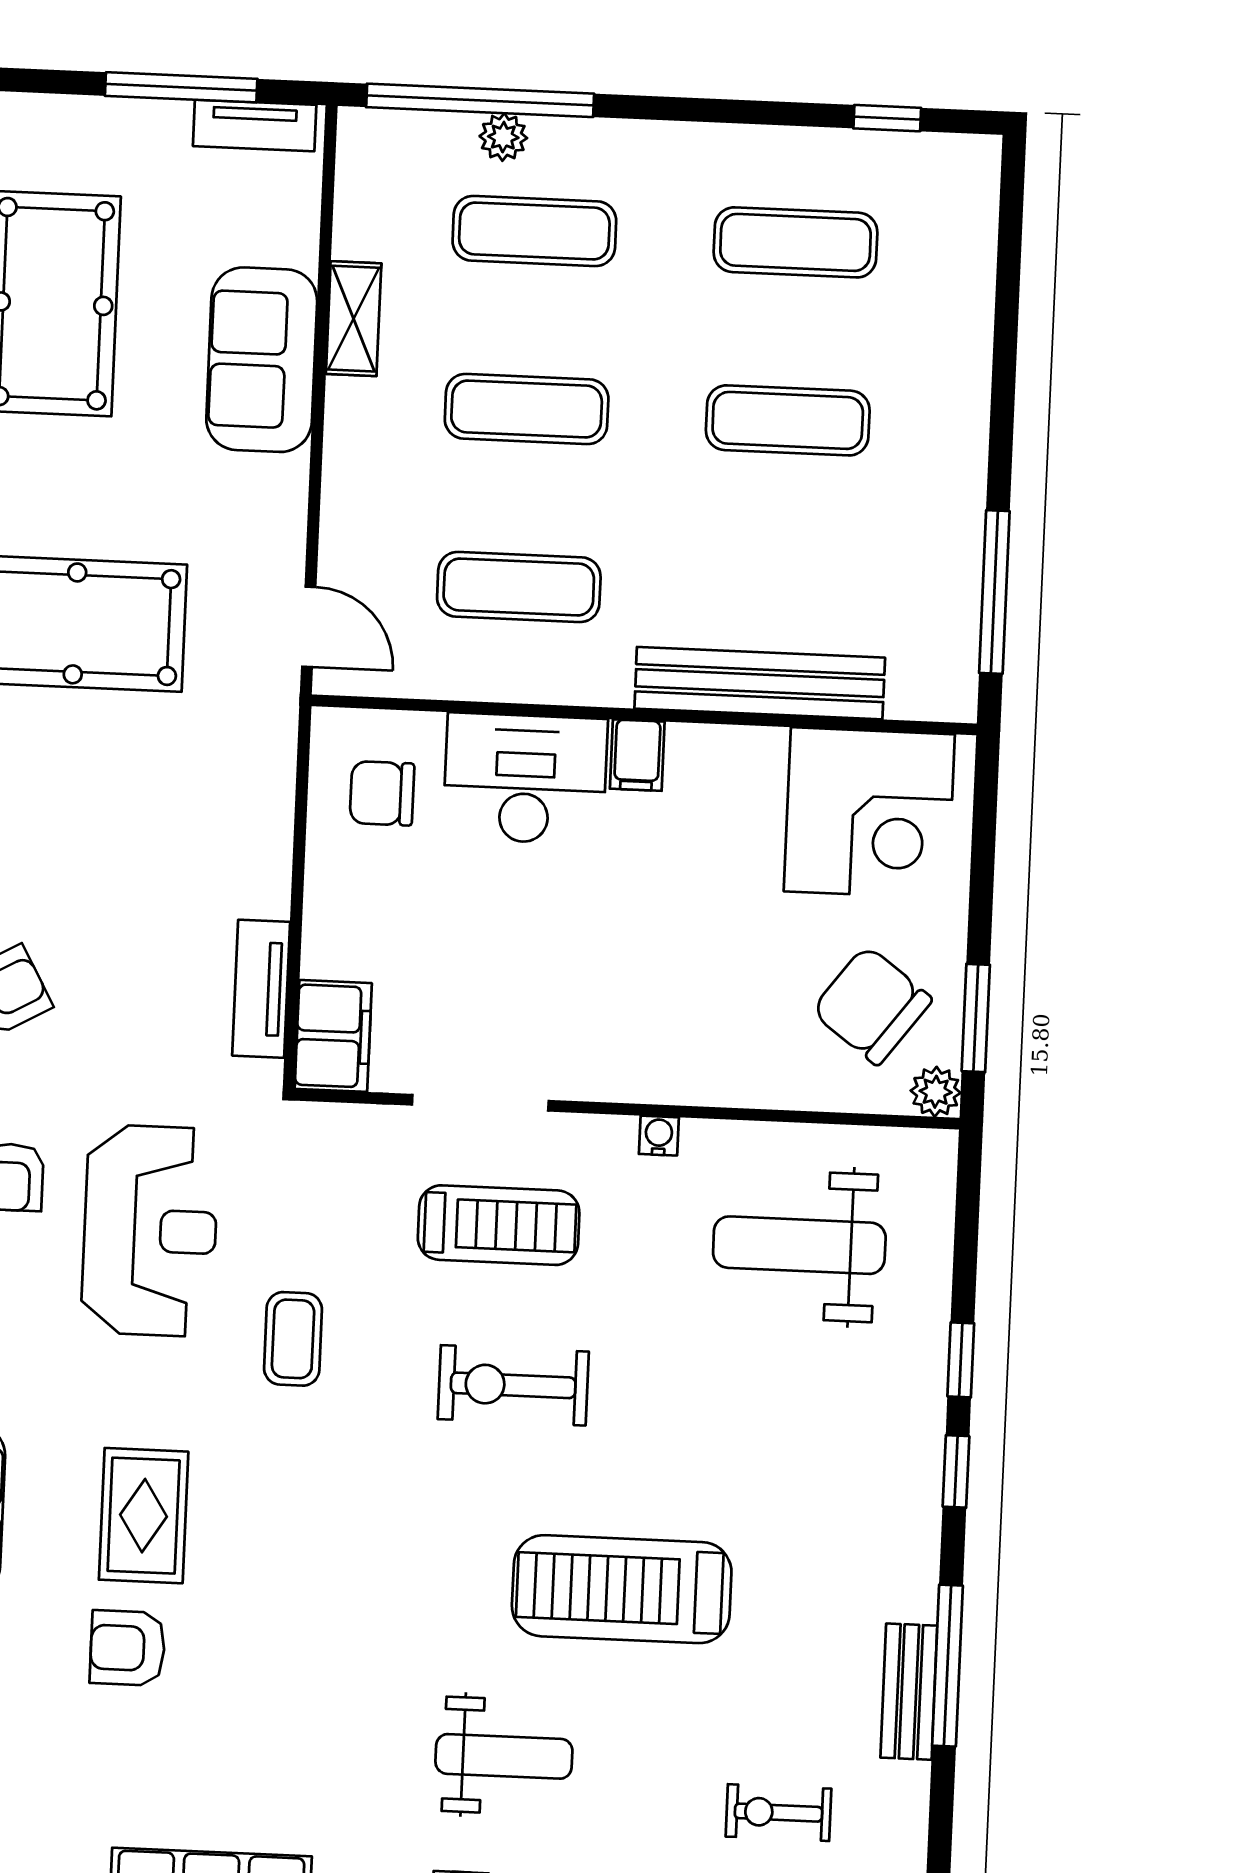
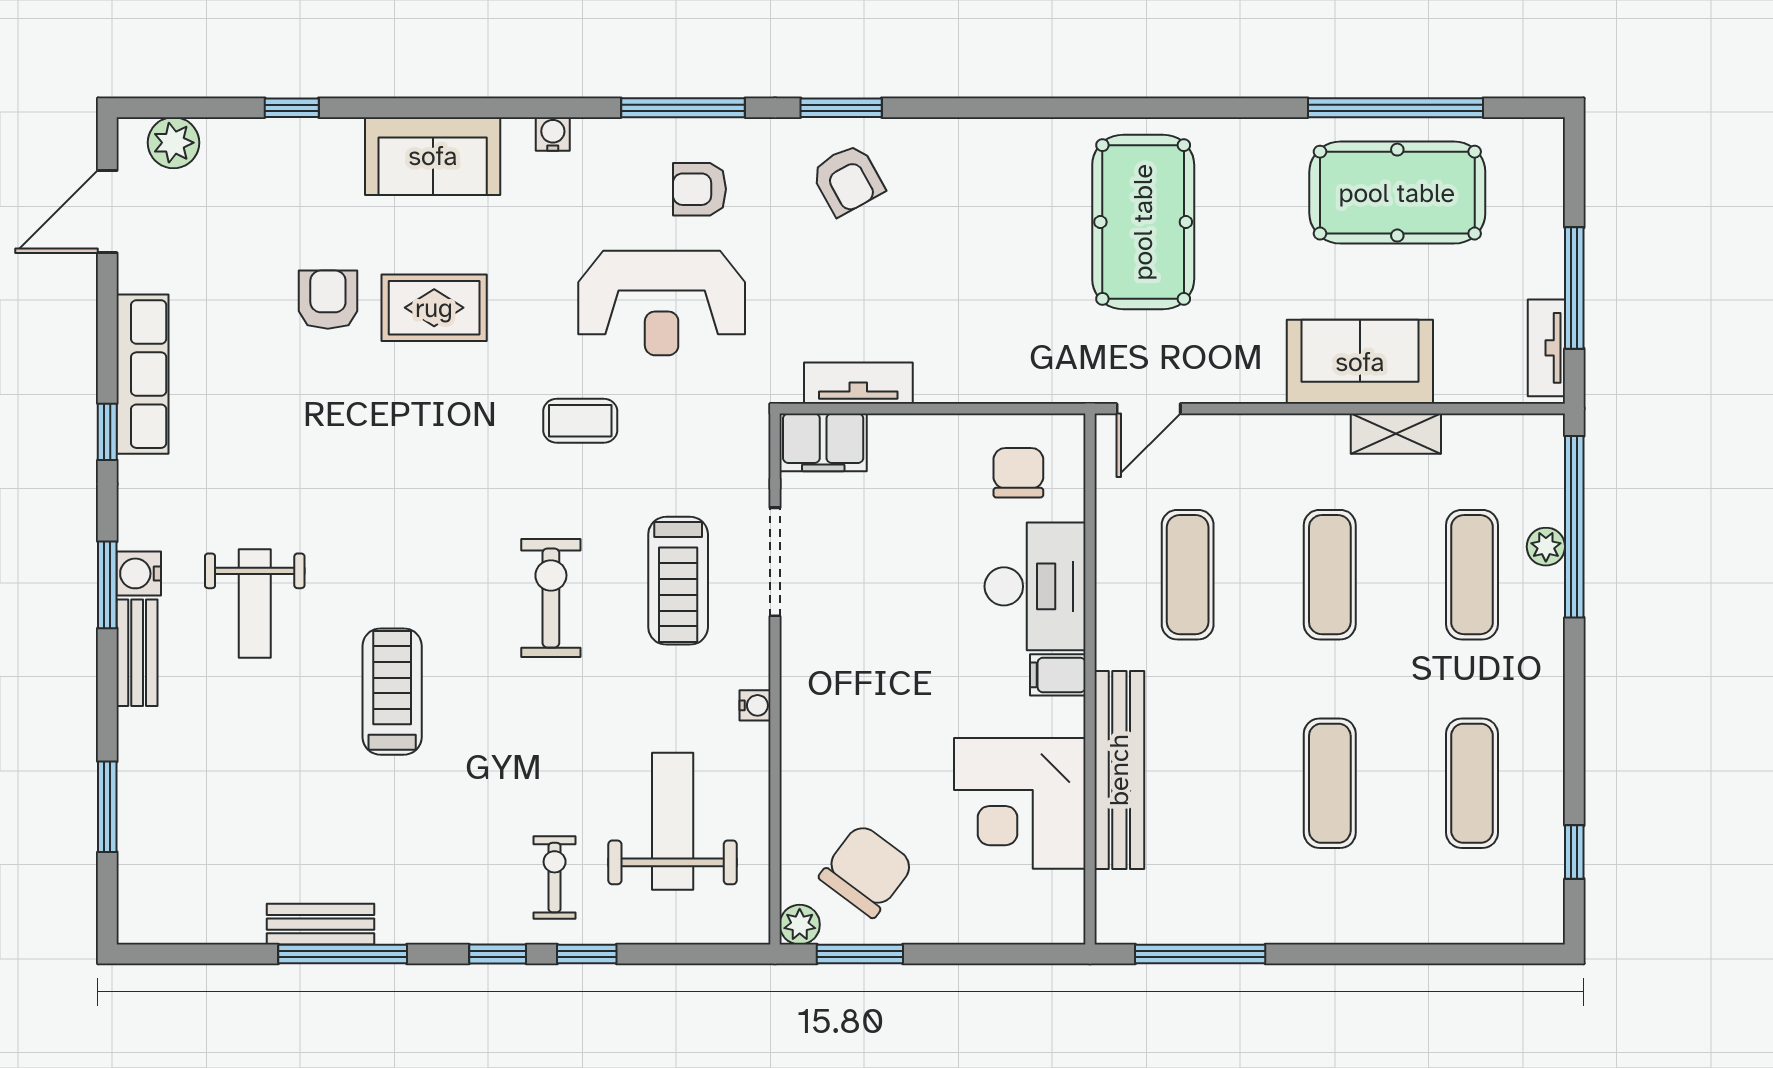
corner desk: (869, 813) -> (1020, 803), moved
treadmill: (622, 1589) -> (392, 692), width x0.73, depth x0.73
exercise bike: (778, 1813) -> (555, 878), moved

